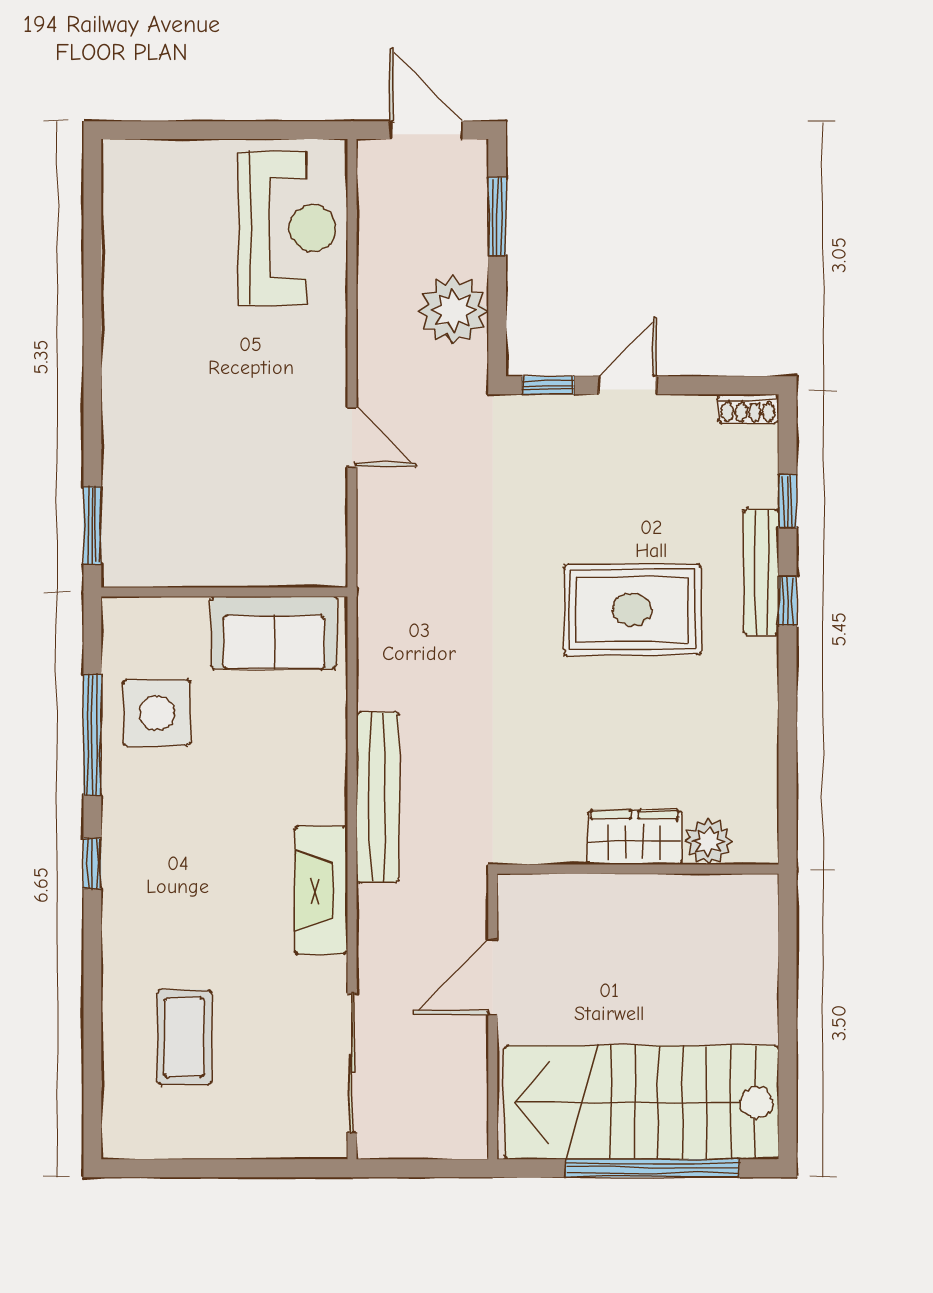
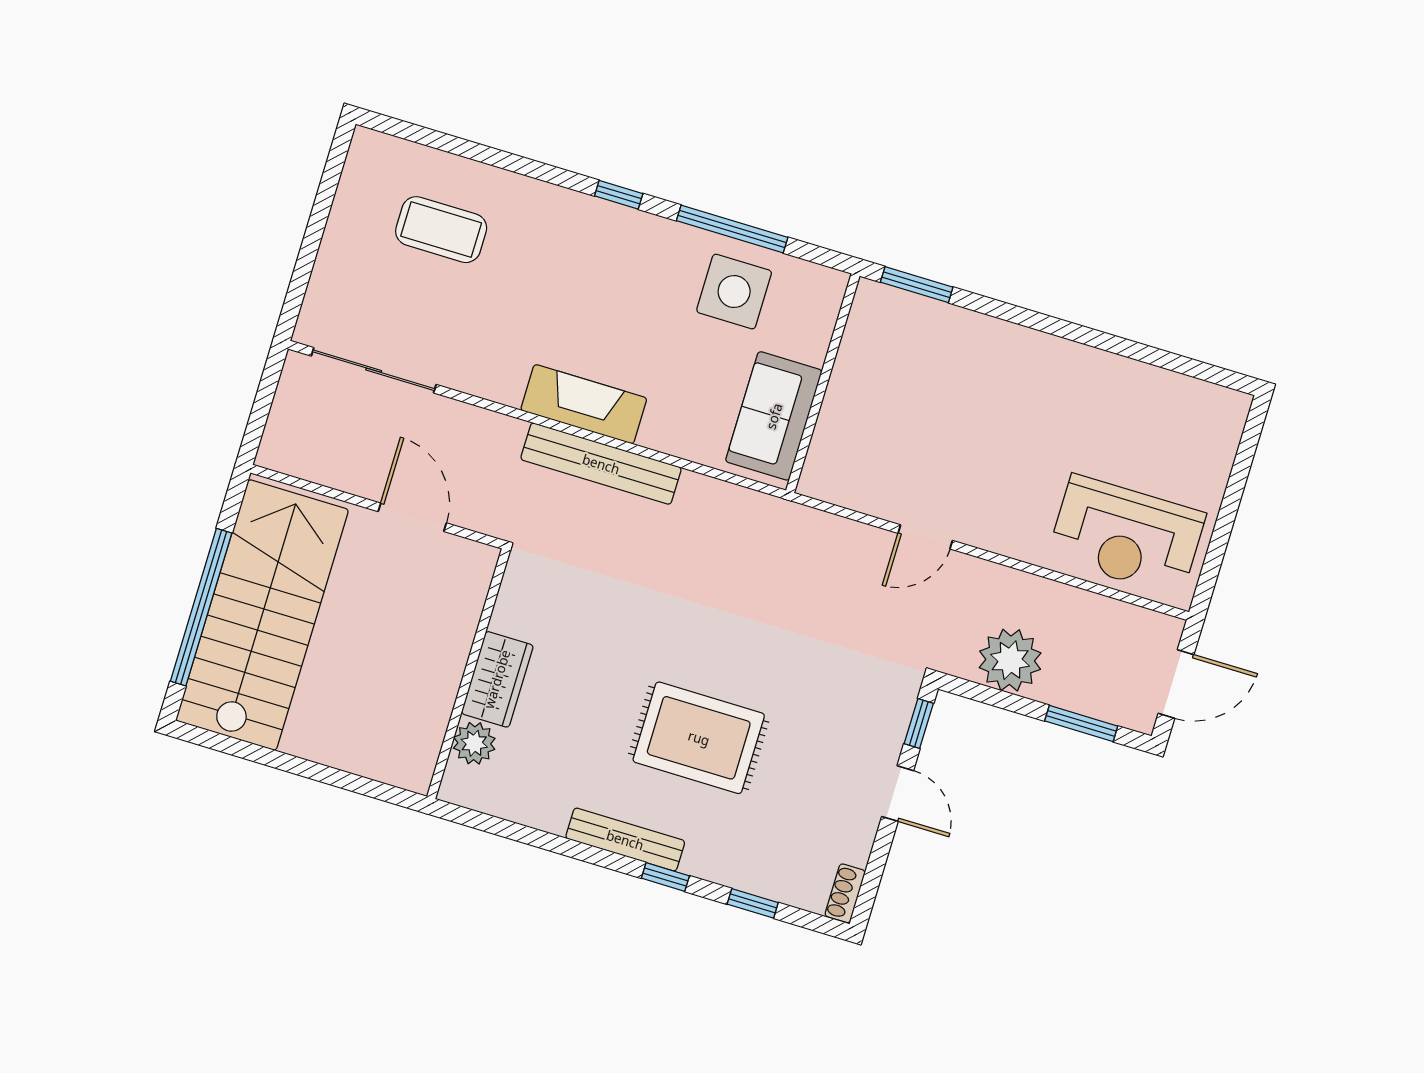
bench: (761, 572) -> (625, 840), moved
rug: (632, 610) -> (699, 738), turned 90
fireplace: (321, 890) -> (584, 404), moved

